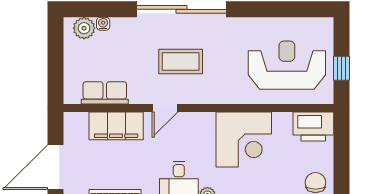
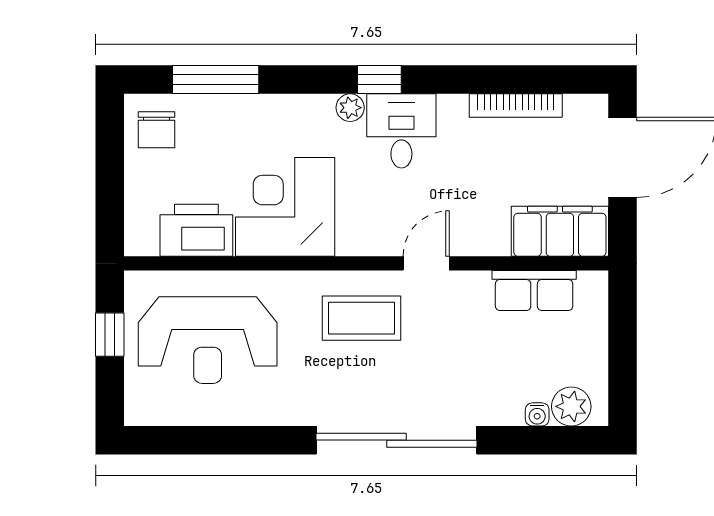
coffee table: (181, 61) -> (362, 318), moved
filing cabinet: (116, 126) -> (560, 231), moved
printer: (313, 126) -> (196, 230), moved

